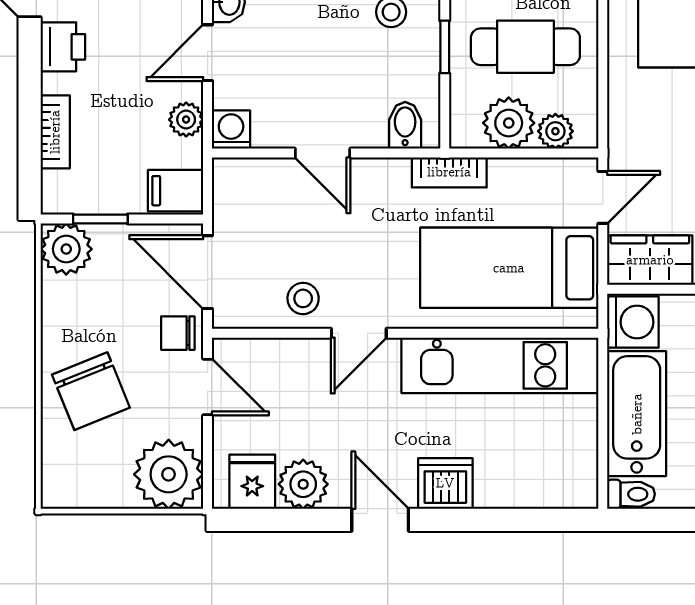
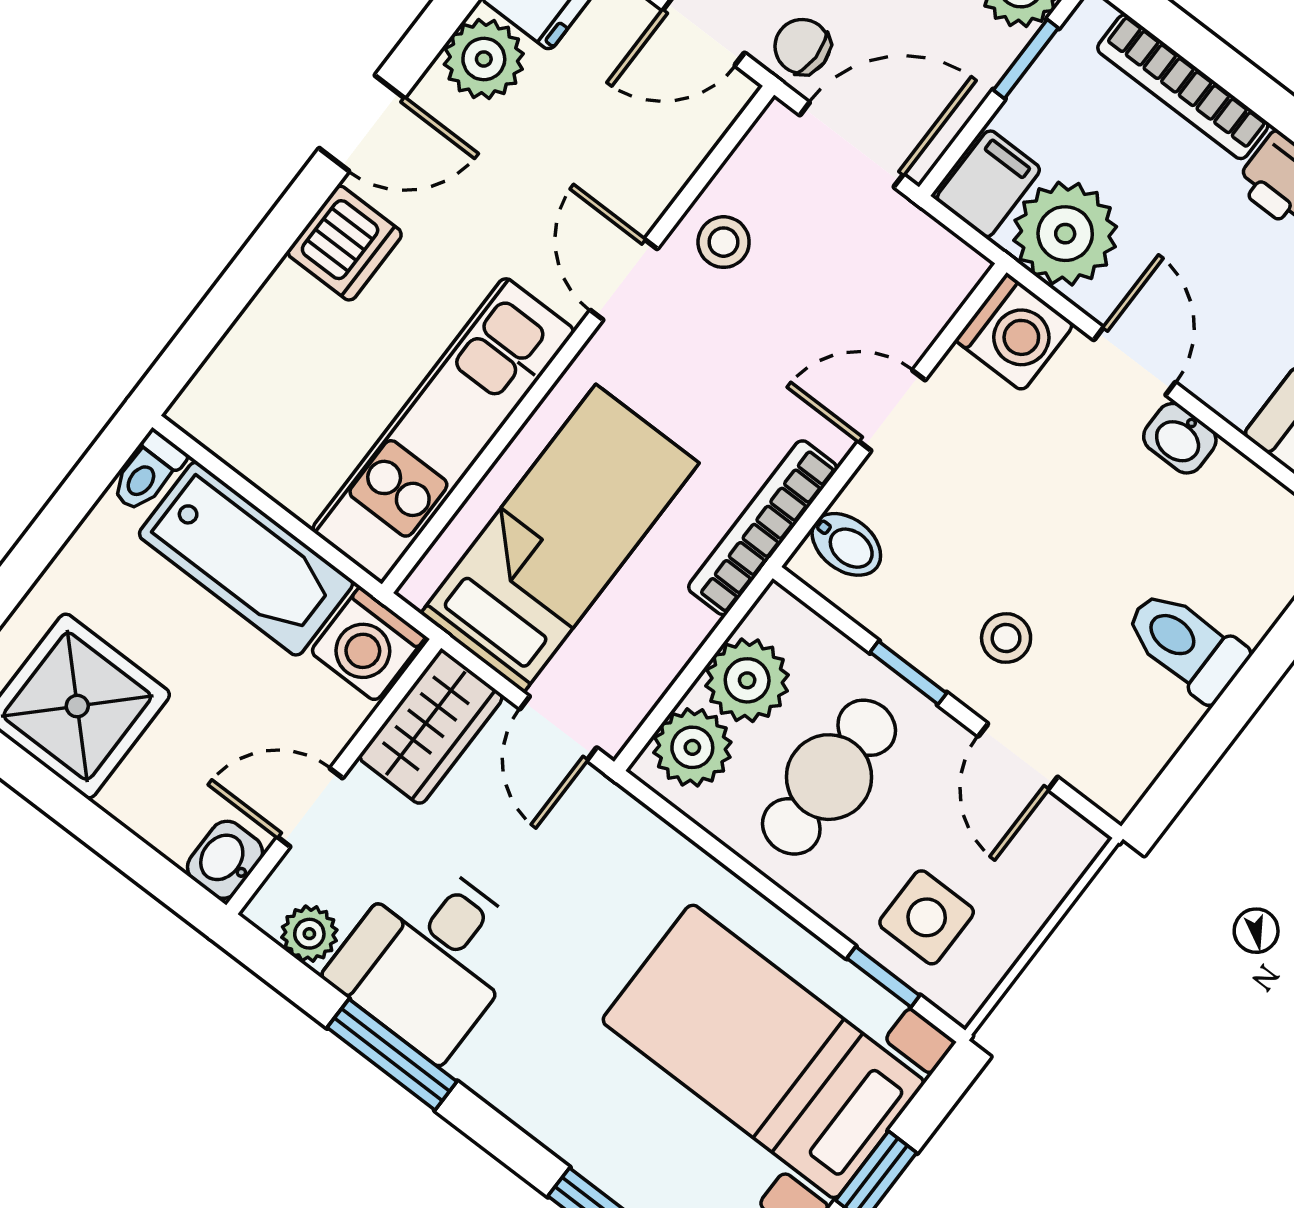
plant: (186, 120) -> (1065, 234), width x1.87, depth x1.87
washing machine: (231, 130) -> (1015, 332), width x1.38, depth x1.38
plant: (555, 131) -> (692, 747), width x1.38, depth x1.38
bookcase: (55, 132) -> (1183, 87), width x1.56
bookcase: (449, 172) -> (763, 528), width x1.56
chair: (178, 333) -> (802, 46), turned -90

